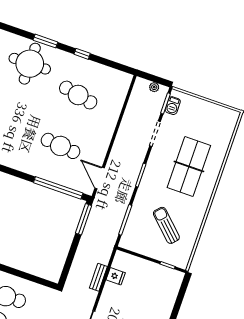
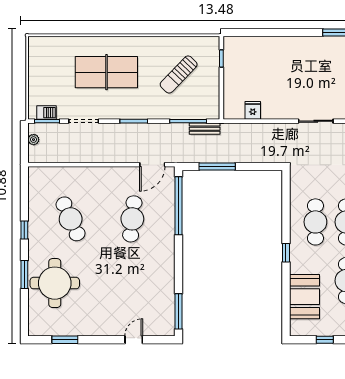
cafe table: (78, 95) -> (71, 219), turned -36
window: (84, 219) -> (217, 166), moved
bench: (98, 277) -> (205, 129), moved

